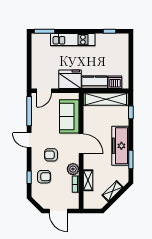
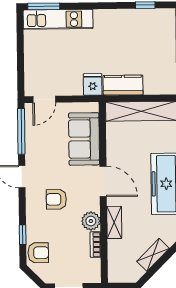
kitchen unit: (73, 40) -> (58, 19), moved
fridge: (70, 79) -> (93, 84), width x0.53, depth x0.75
dishwasher: (115, 82) -> (155, 85), removed
armchair: (44, 177) -> (38, 253), moved
shelving: (88, 180) -> (114, 222), moved

